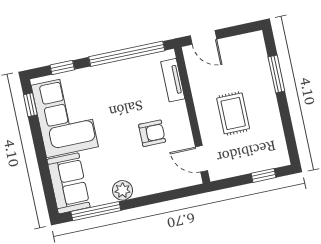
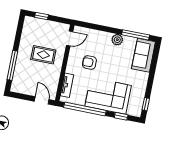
window: (276, 74) -> (12, 65), width x1.44
rug: (233, 113) -> (43, 55), turned 90
corner sofa: (65, 116) -> (108, 96), moved, turned 90
door: (201, 159) -> (70, 38), hinge flipped

